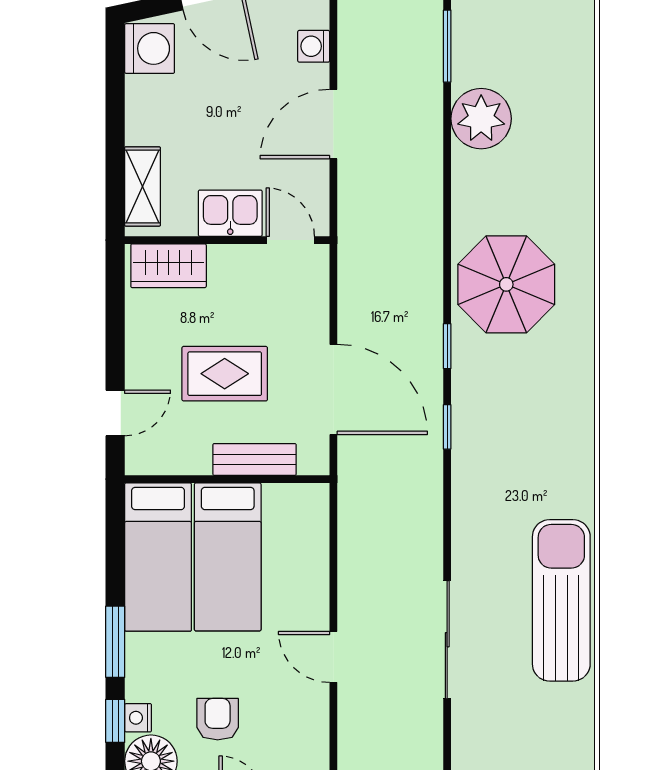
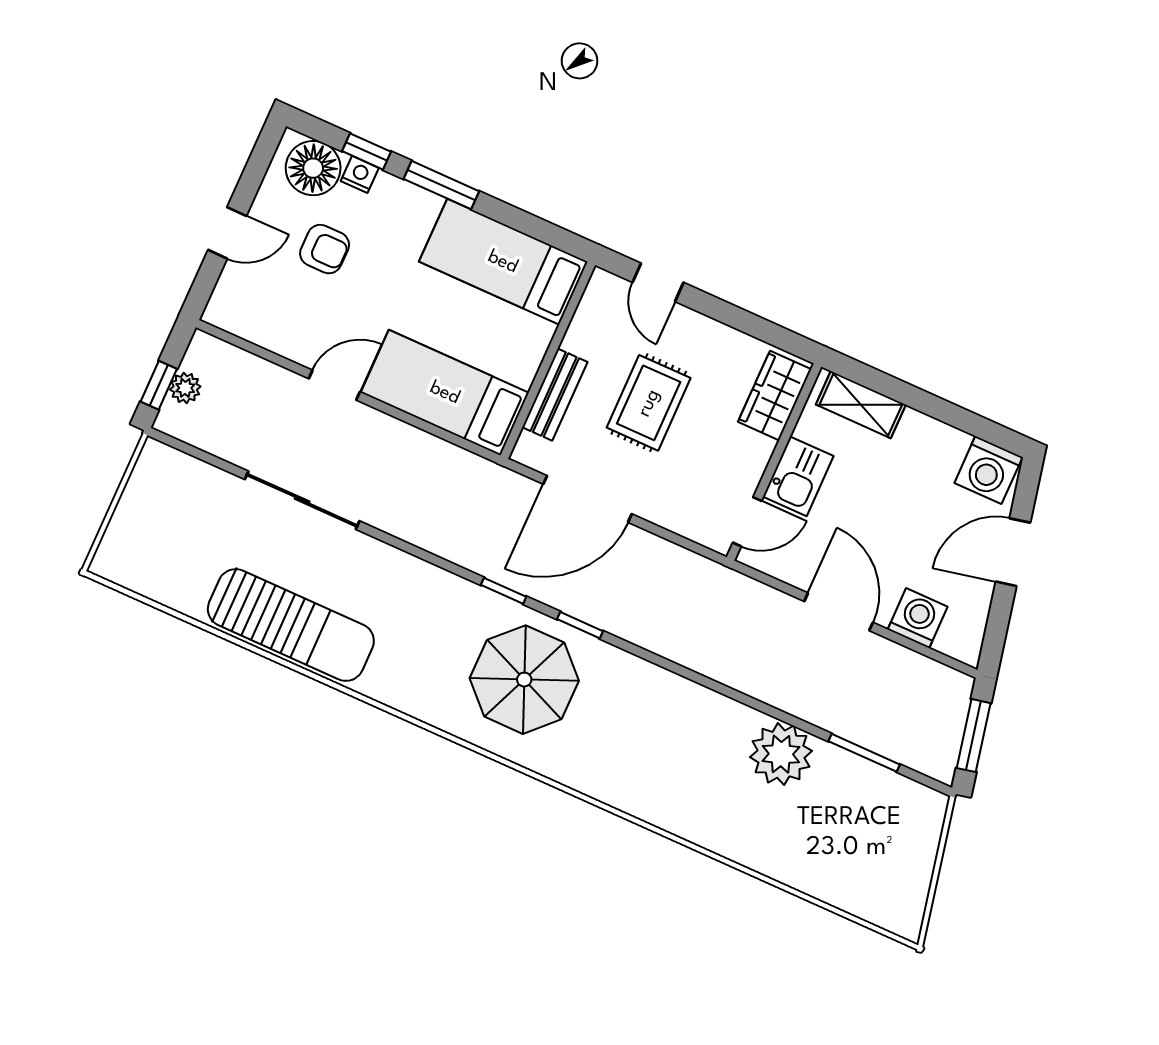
washing machine: (314, 46) -> (918, 618), width x1.38, depth x1.38
parasol: (506, 284) -> (524, 680), moved
bed: (228, 557) -> (445, 393), moved

